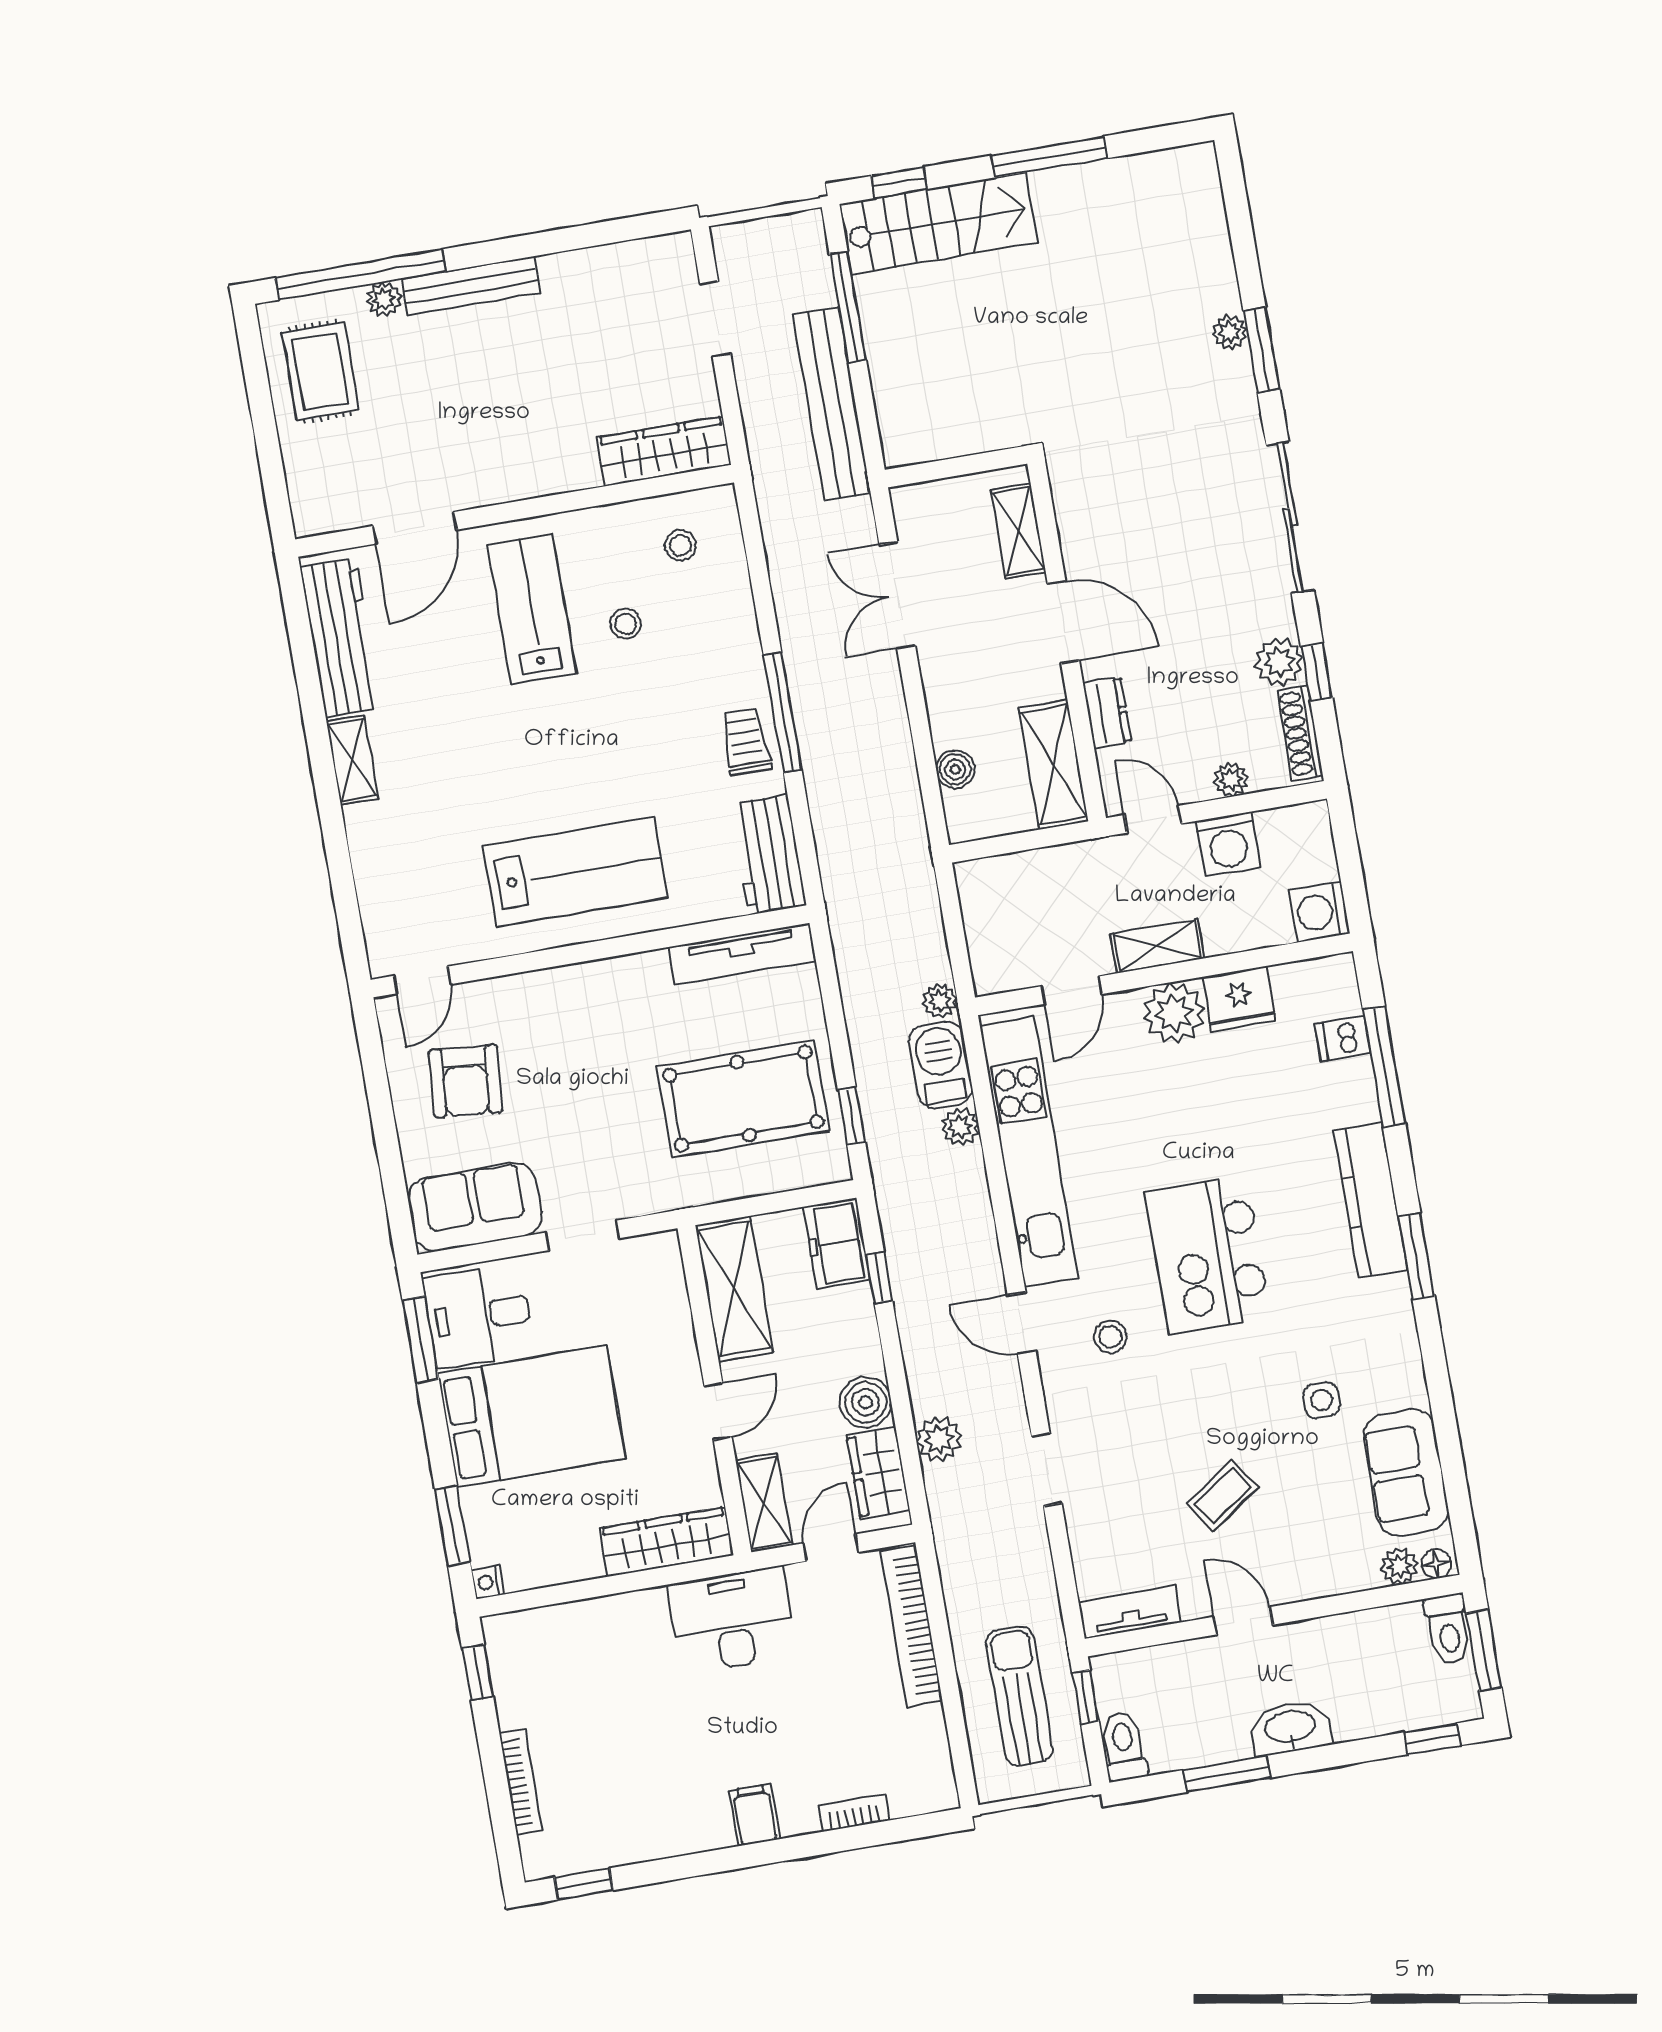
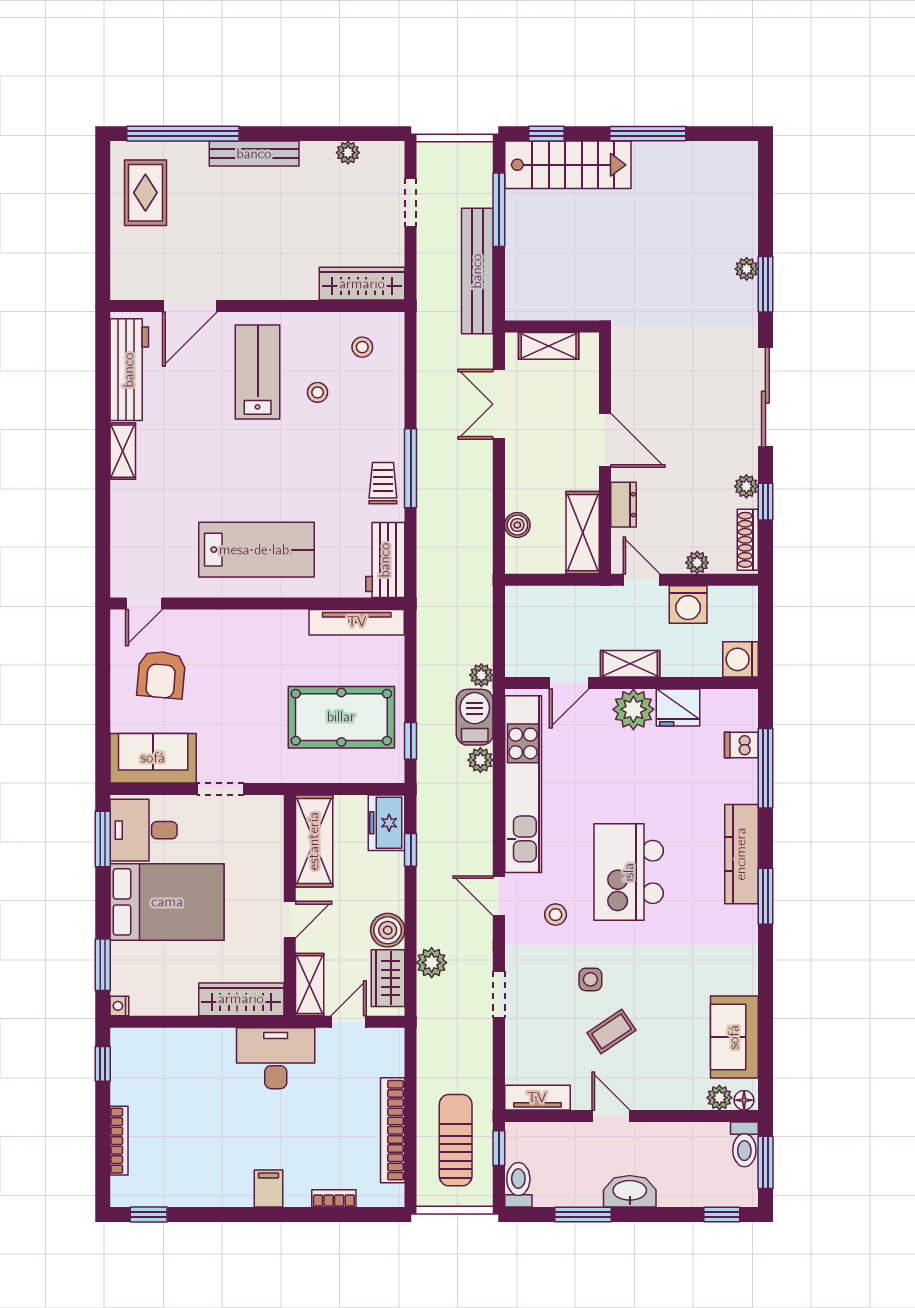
plant: (384, 299) -> (348, 153), moved
shelving: (1018, 531) -> (549, 346), moved, turned 90
plant: (1279, 662) -> (746, 486), width x0.73, depth x0.73
side table: (1322, 1400) -> (590, 979), moved
bookcase: (912, 1626) -> (393, 1130), moved

